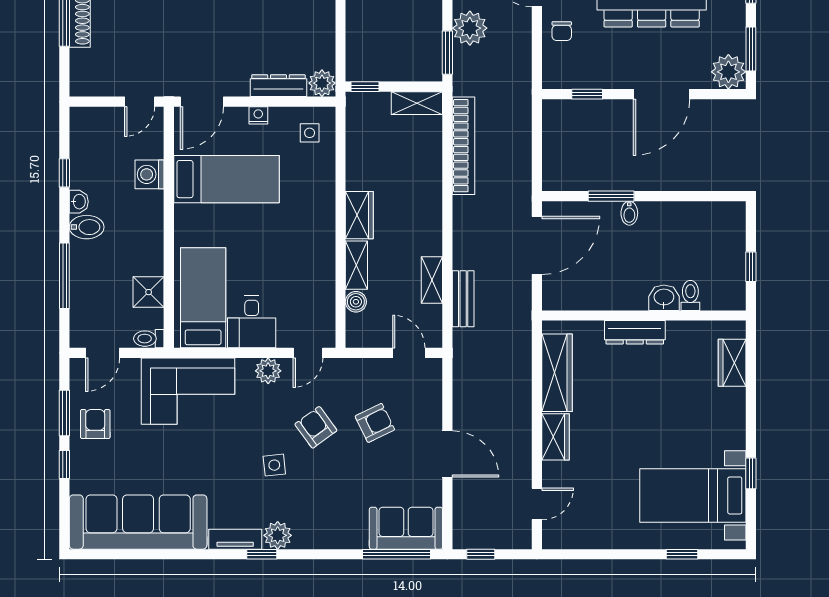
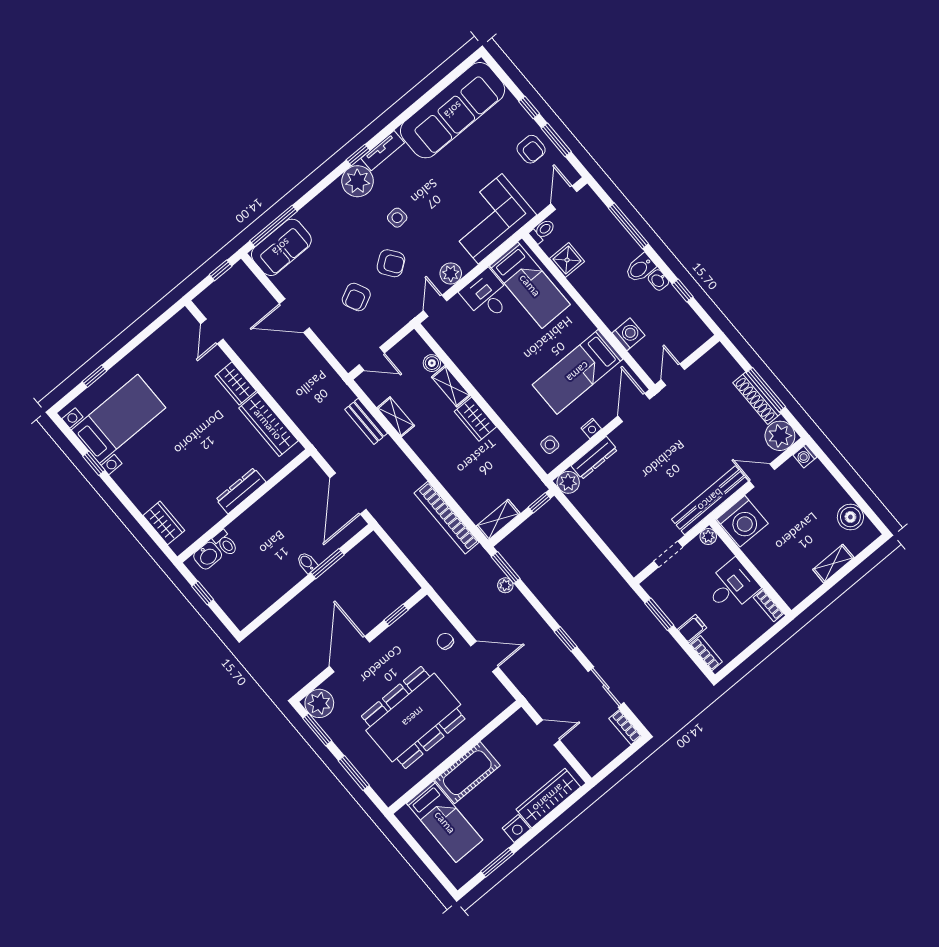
plant: (470, 28) -> (505, 585), width x0.53, depth x0.53
washbasin: (664, 298) -> (208, 556), moved
plant: (278, 535) -> (358, 181), width x1.36, depth x1.36

